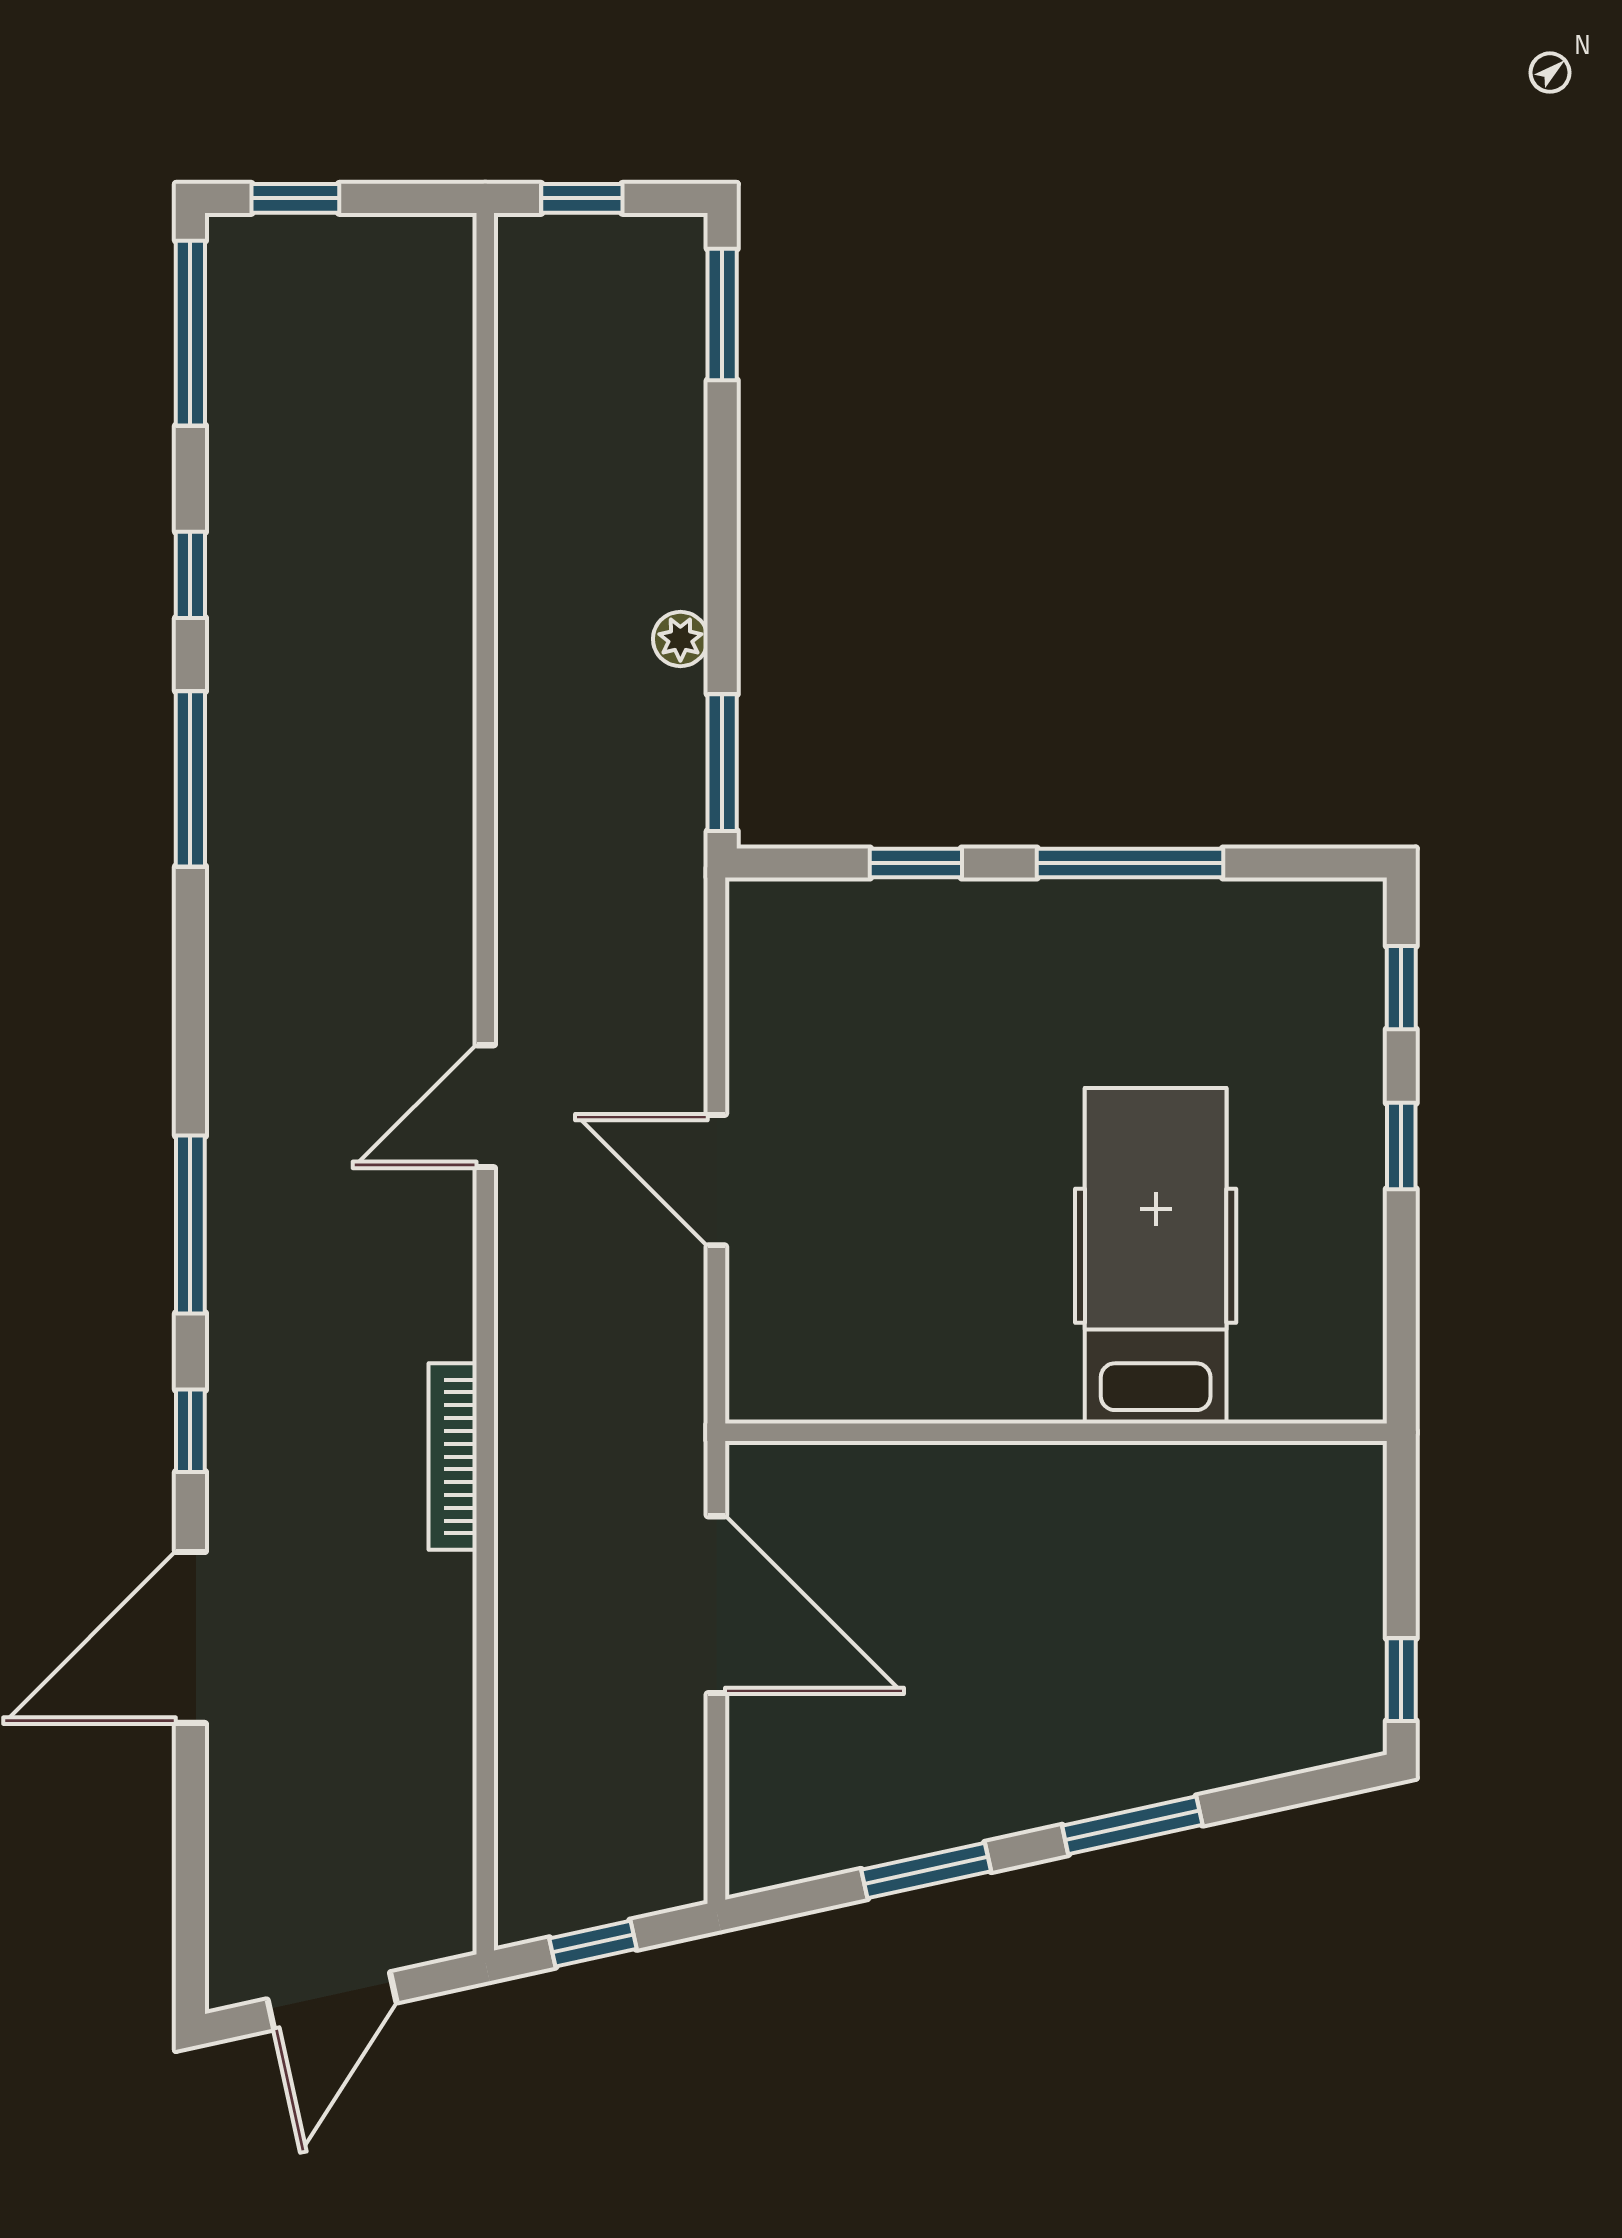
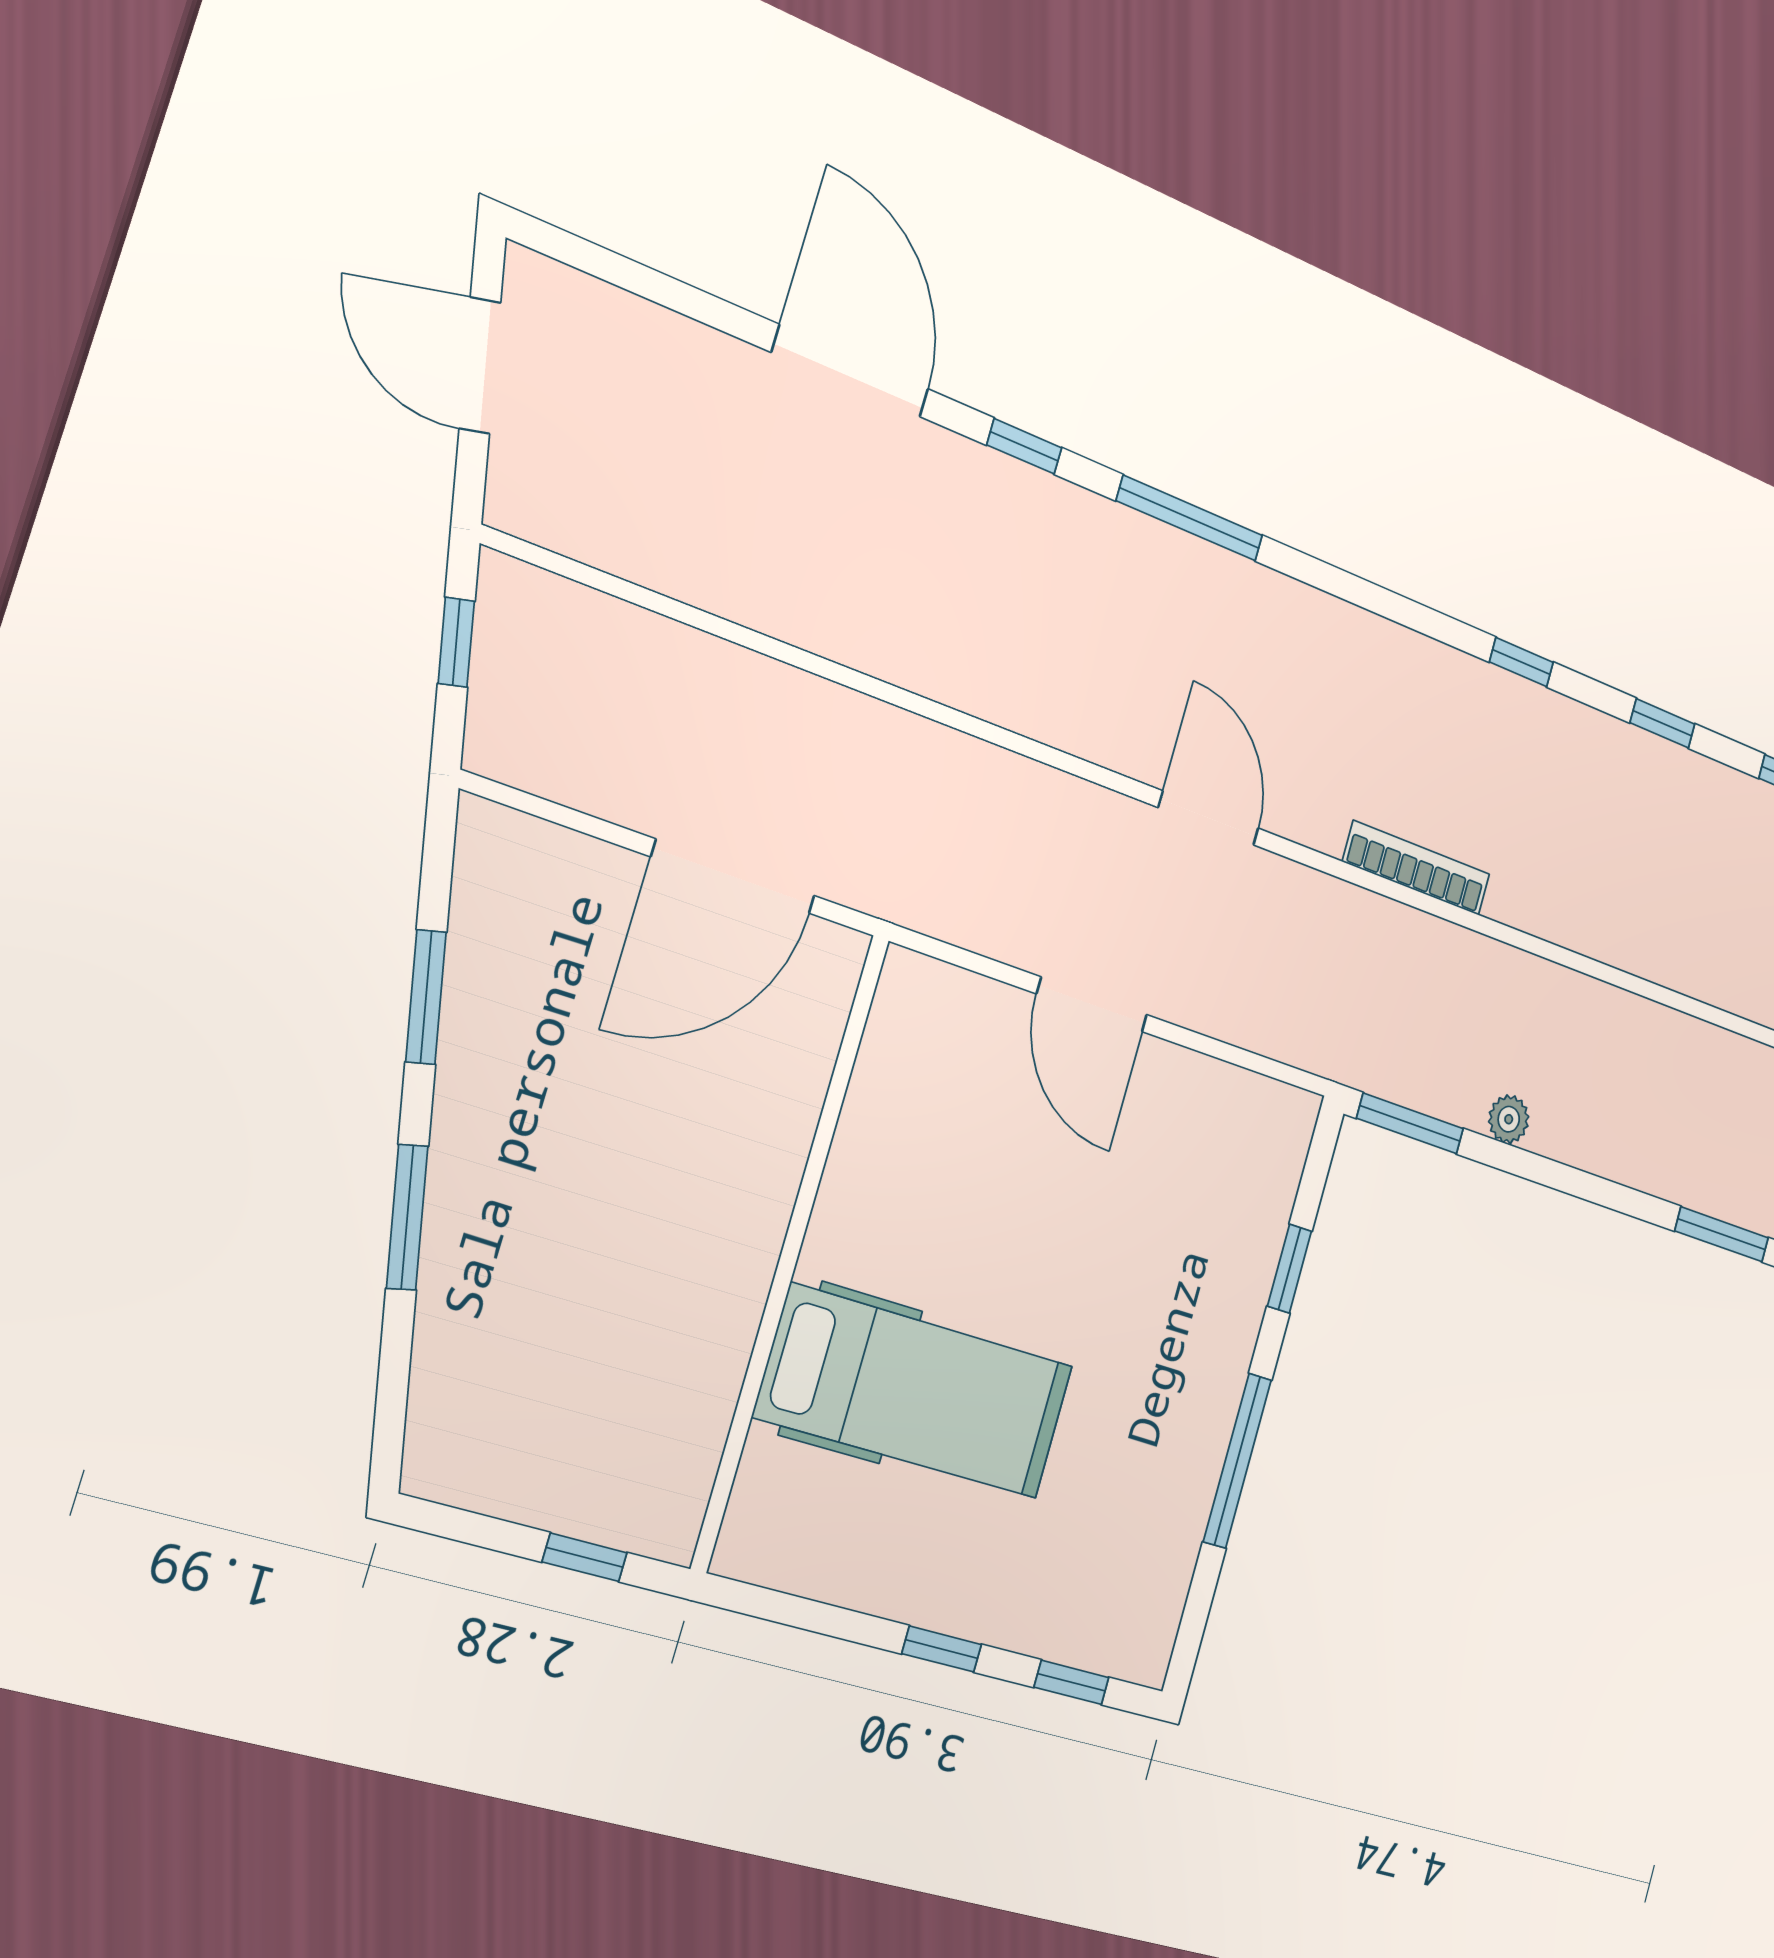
window: (190, 779) -> (1521, 662), width x0.46
door: (716, 1180) -> (1092, 1004), swing flipped
bookcase: (453, 1457) -> (1416, 868), moved
window: (1401, 1680) -> (585, 1557), moved

